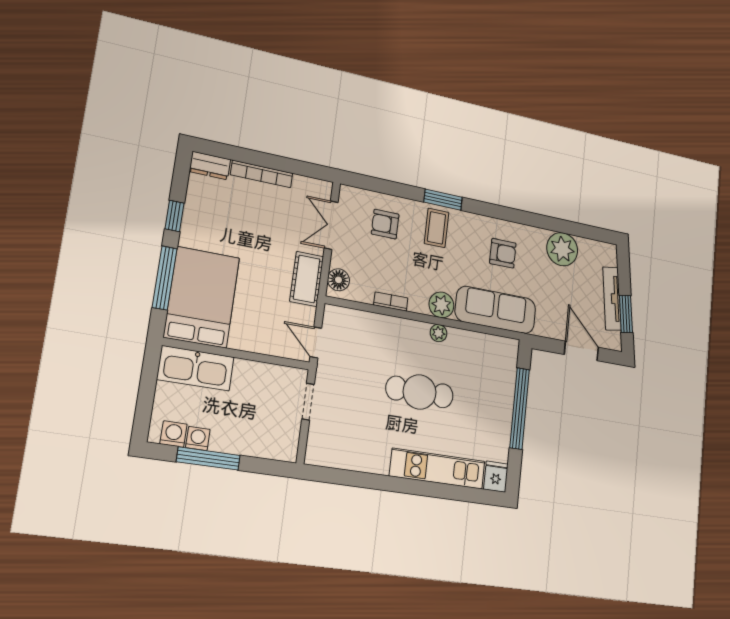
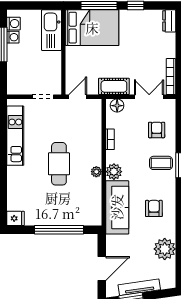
bookcase: (262, 174) -> (171, 77), moved
armchair: (503, 253) -> (154, 208), turned 180
kitchen unit: (437, 469) -> (15, 136), moved

